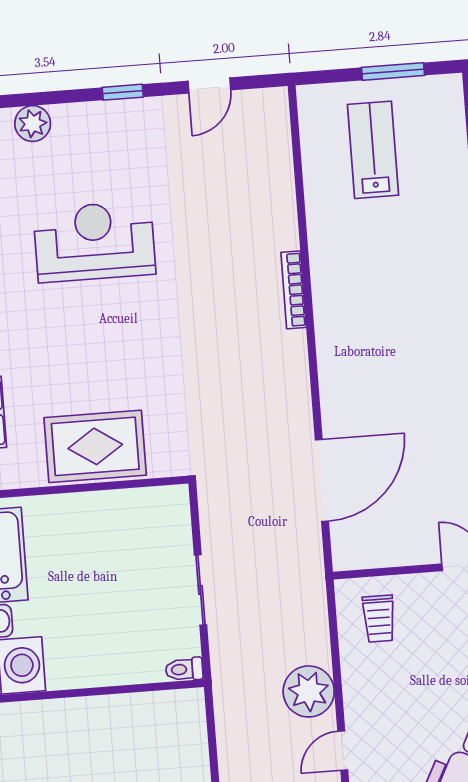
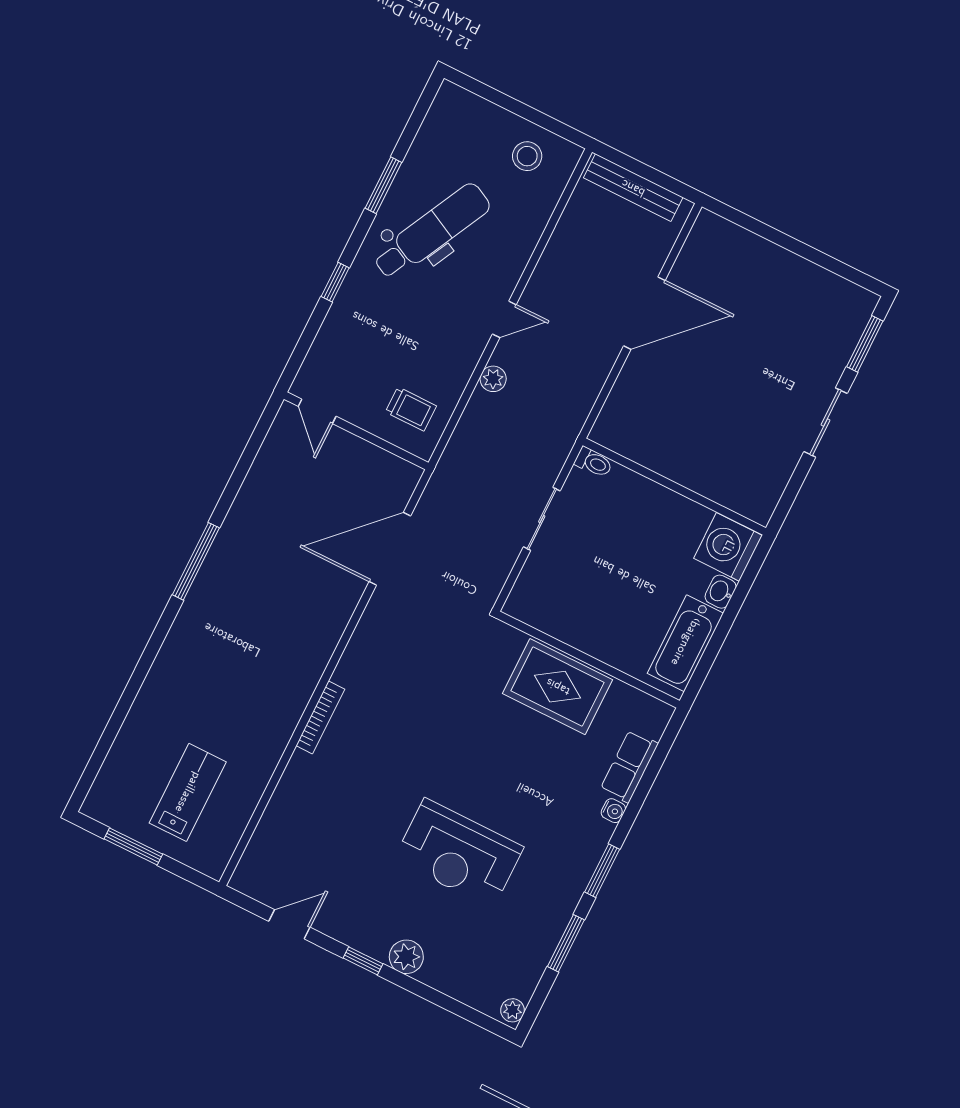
plant: (33, 124) -> (406, 957), moved
lab bench: (373, 150) -> (188, 792), turned 180
trolley: (379, 619) -> (411, 409), turned 90
plant: (309, 691) -> (493, 379), width x0.53, depth x0.53

